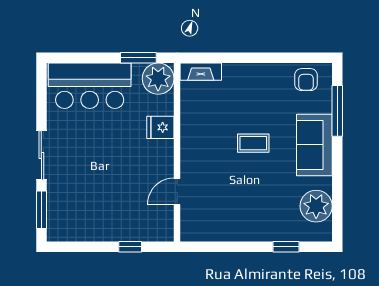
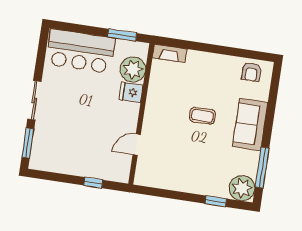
plant: (158, 79) -> (133, 69), moved
window: (337, 111) -> (262, 168), moved
plant: (316, 206) -> (242, 188), moved

